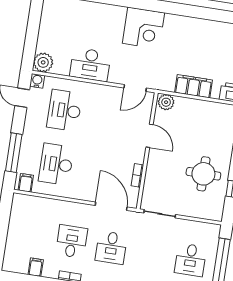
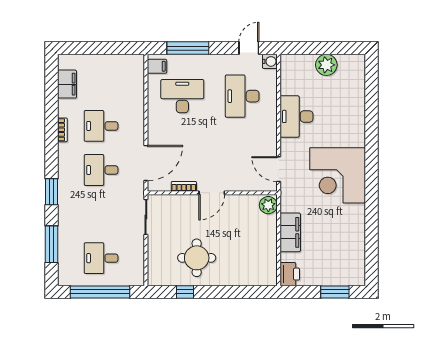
corner desk: (143, 28) -> (338, 175), width x1.36, depth x1.36
plant: (43, 62) -> (326, 65), moved
desk: (64, 110) -> (242, 96), turned -90
door: (150, 136) -> (212, 193), moved
desk: (72, 241) -> (101, 126), turned 180
filing cabinet: (36, 267) -> (67, 84), width x2.00

